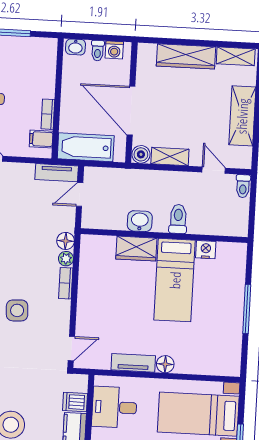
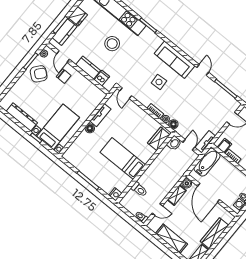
door: (131, 111) -> (209, 193), swing flipped
toilet: (178, 219) -> (139, 189), moved
washbasin: (140, 221) -> (174, 143), moved
wardrobe: (136, 249) -> (159, 139), moved
nightstand: (206, 250) -> (115, 194), moved
desk: (114, 407) -> (87, 93), removed

